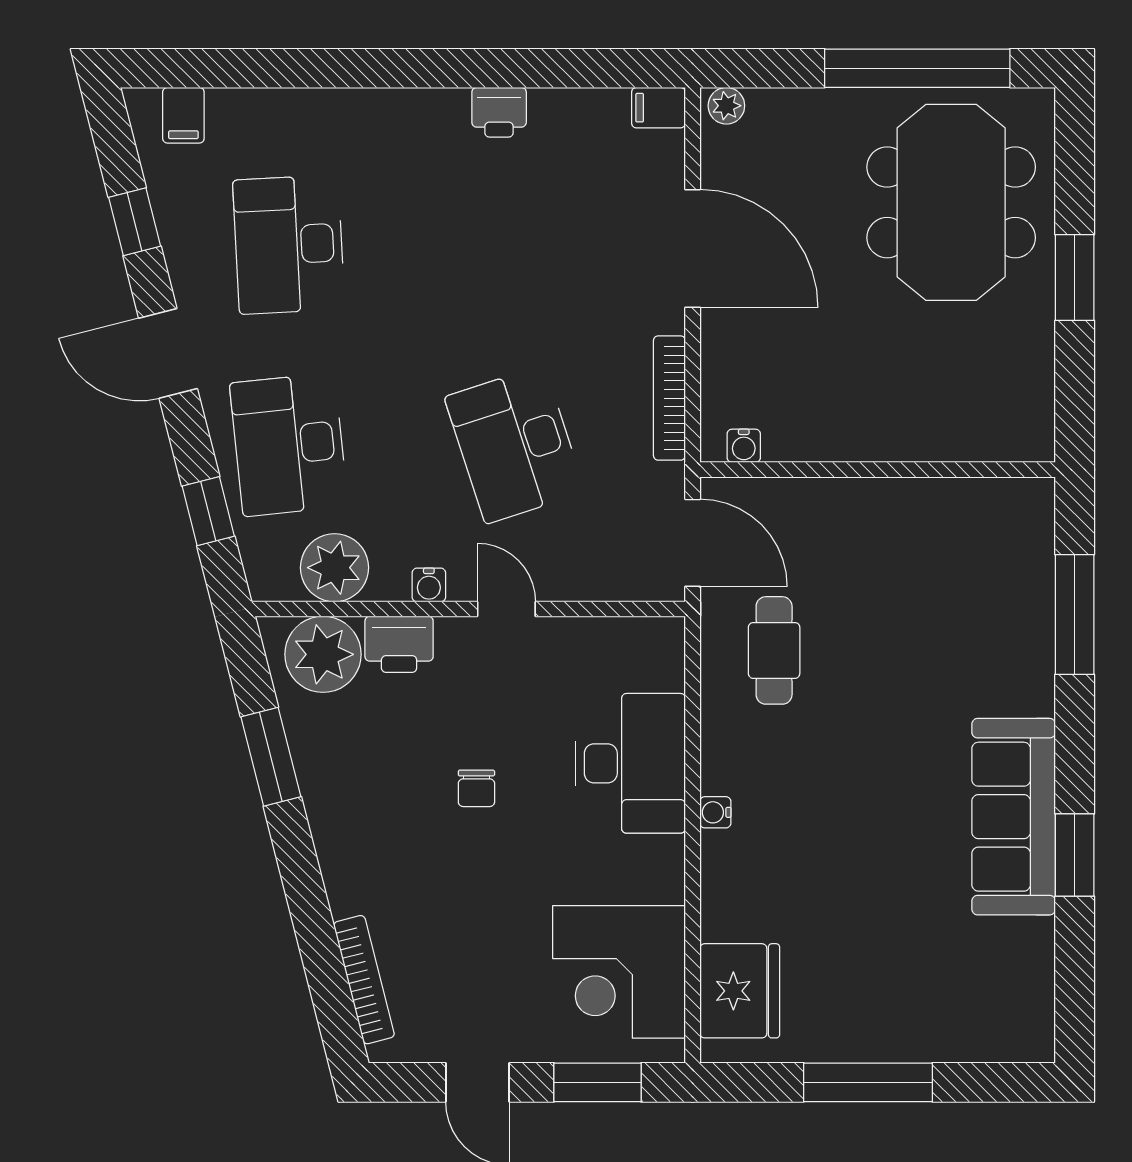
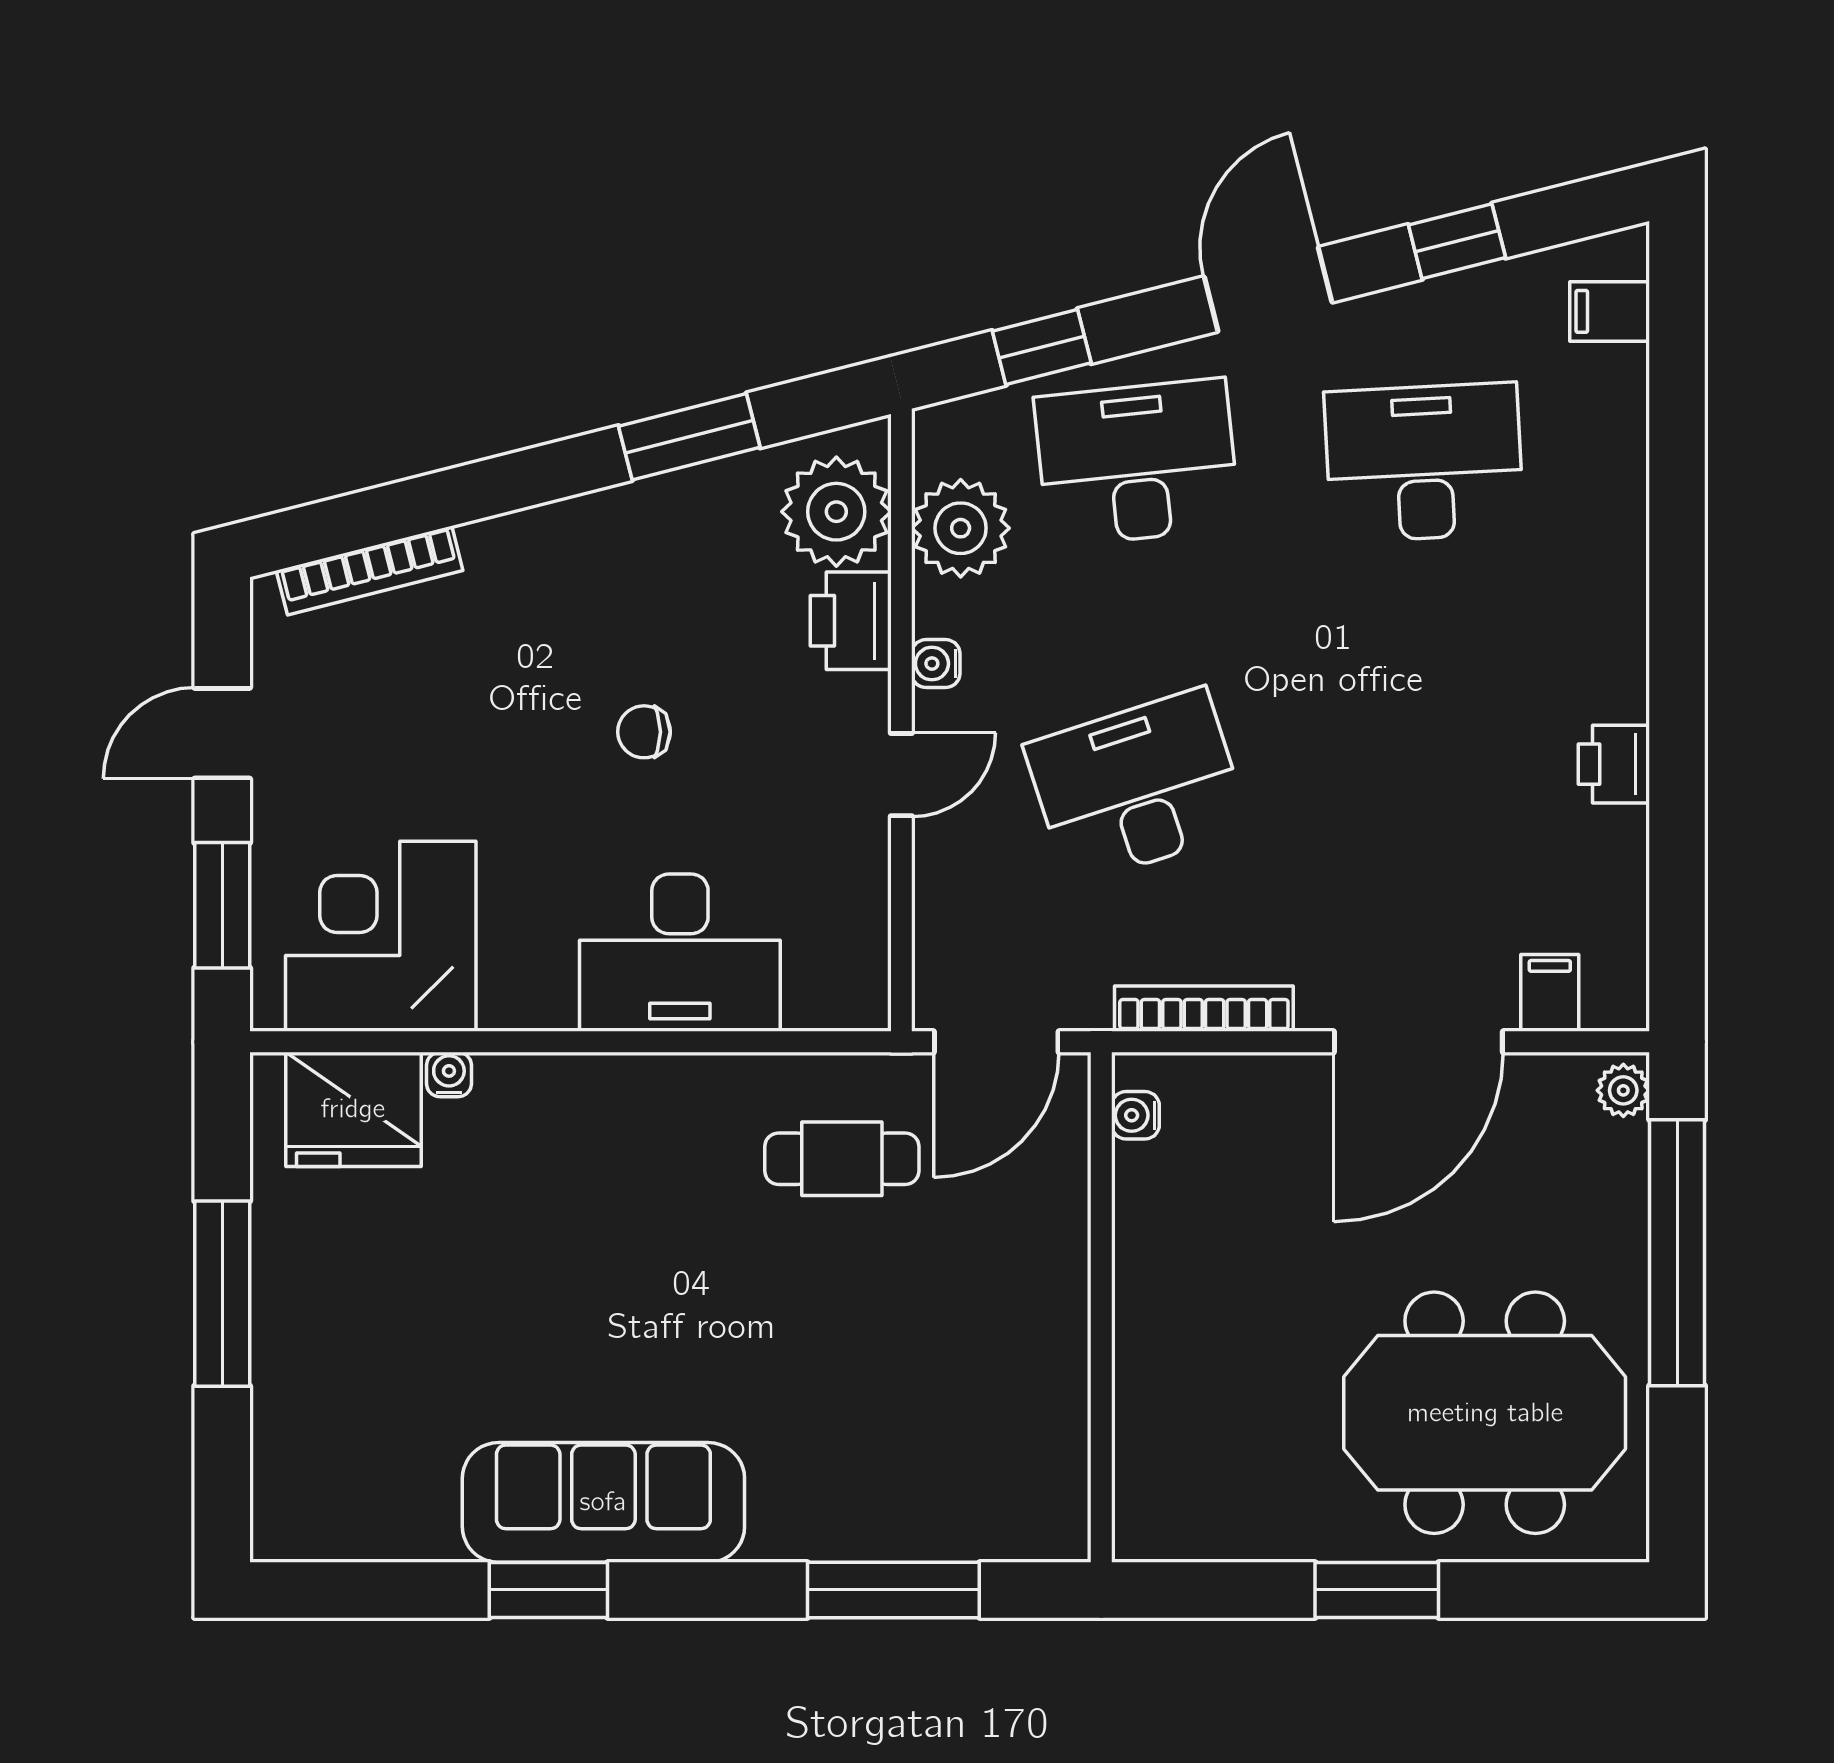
window: (917, 68) -> (1677, 1253), moved
filing cabinet: (658, 108) -> (1550, 993), moved
water cooler: (715, 812) -> (449, 1074), moved

